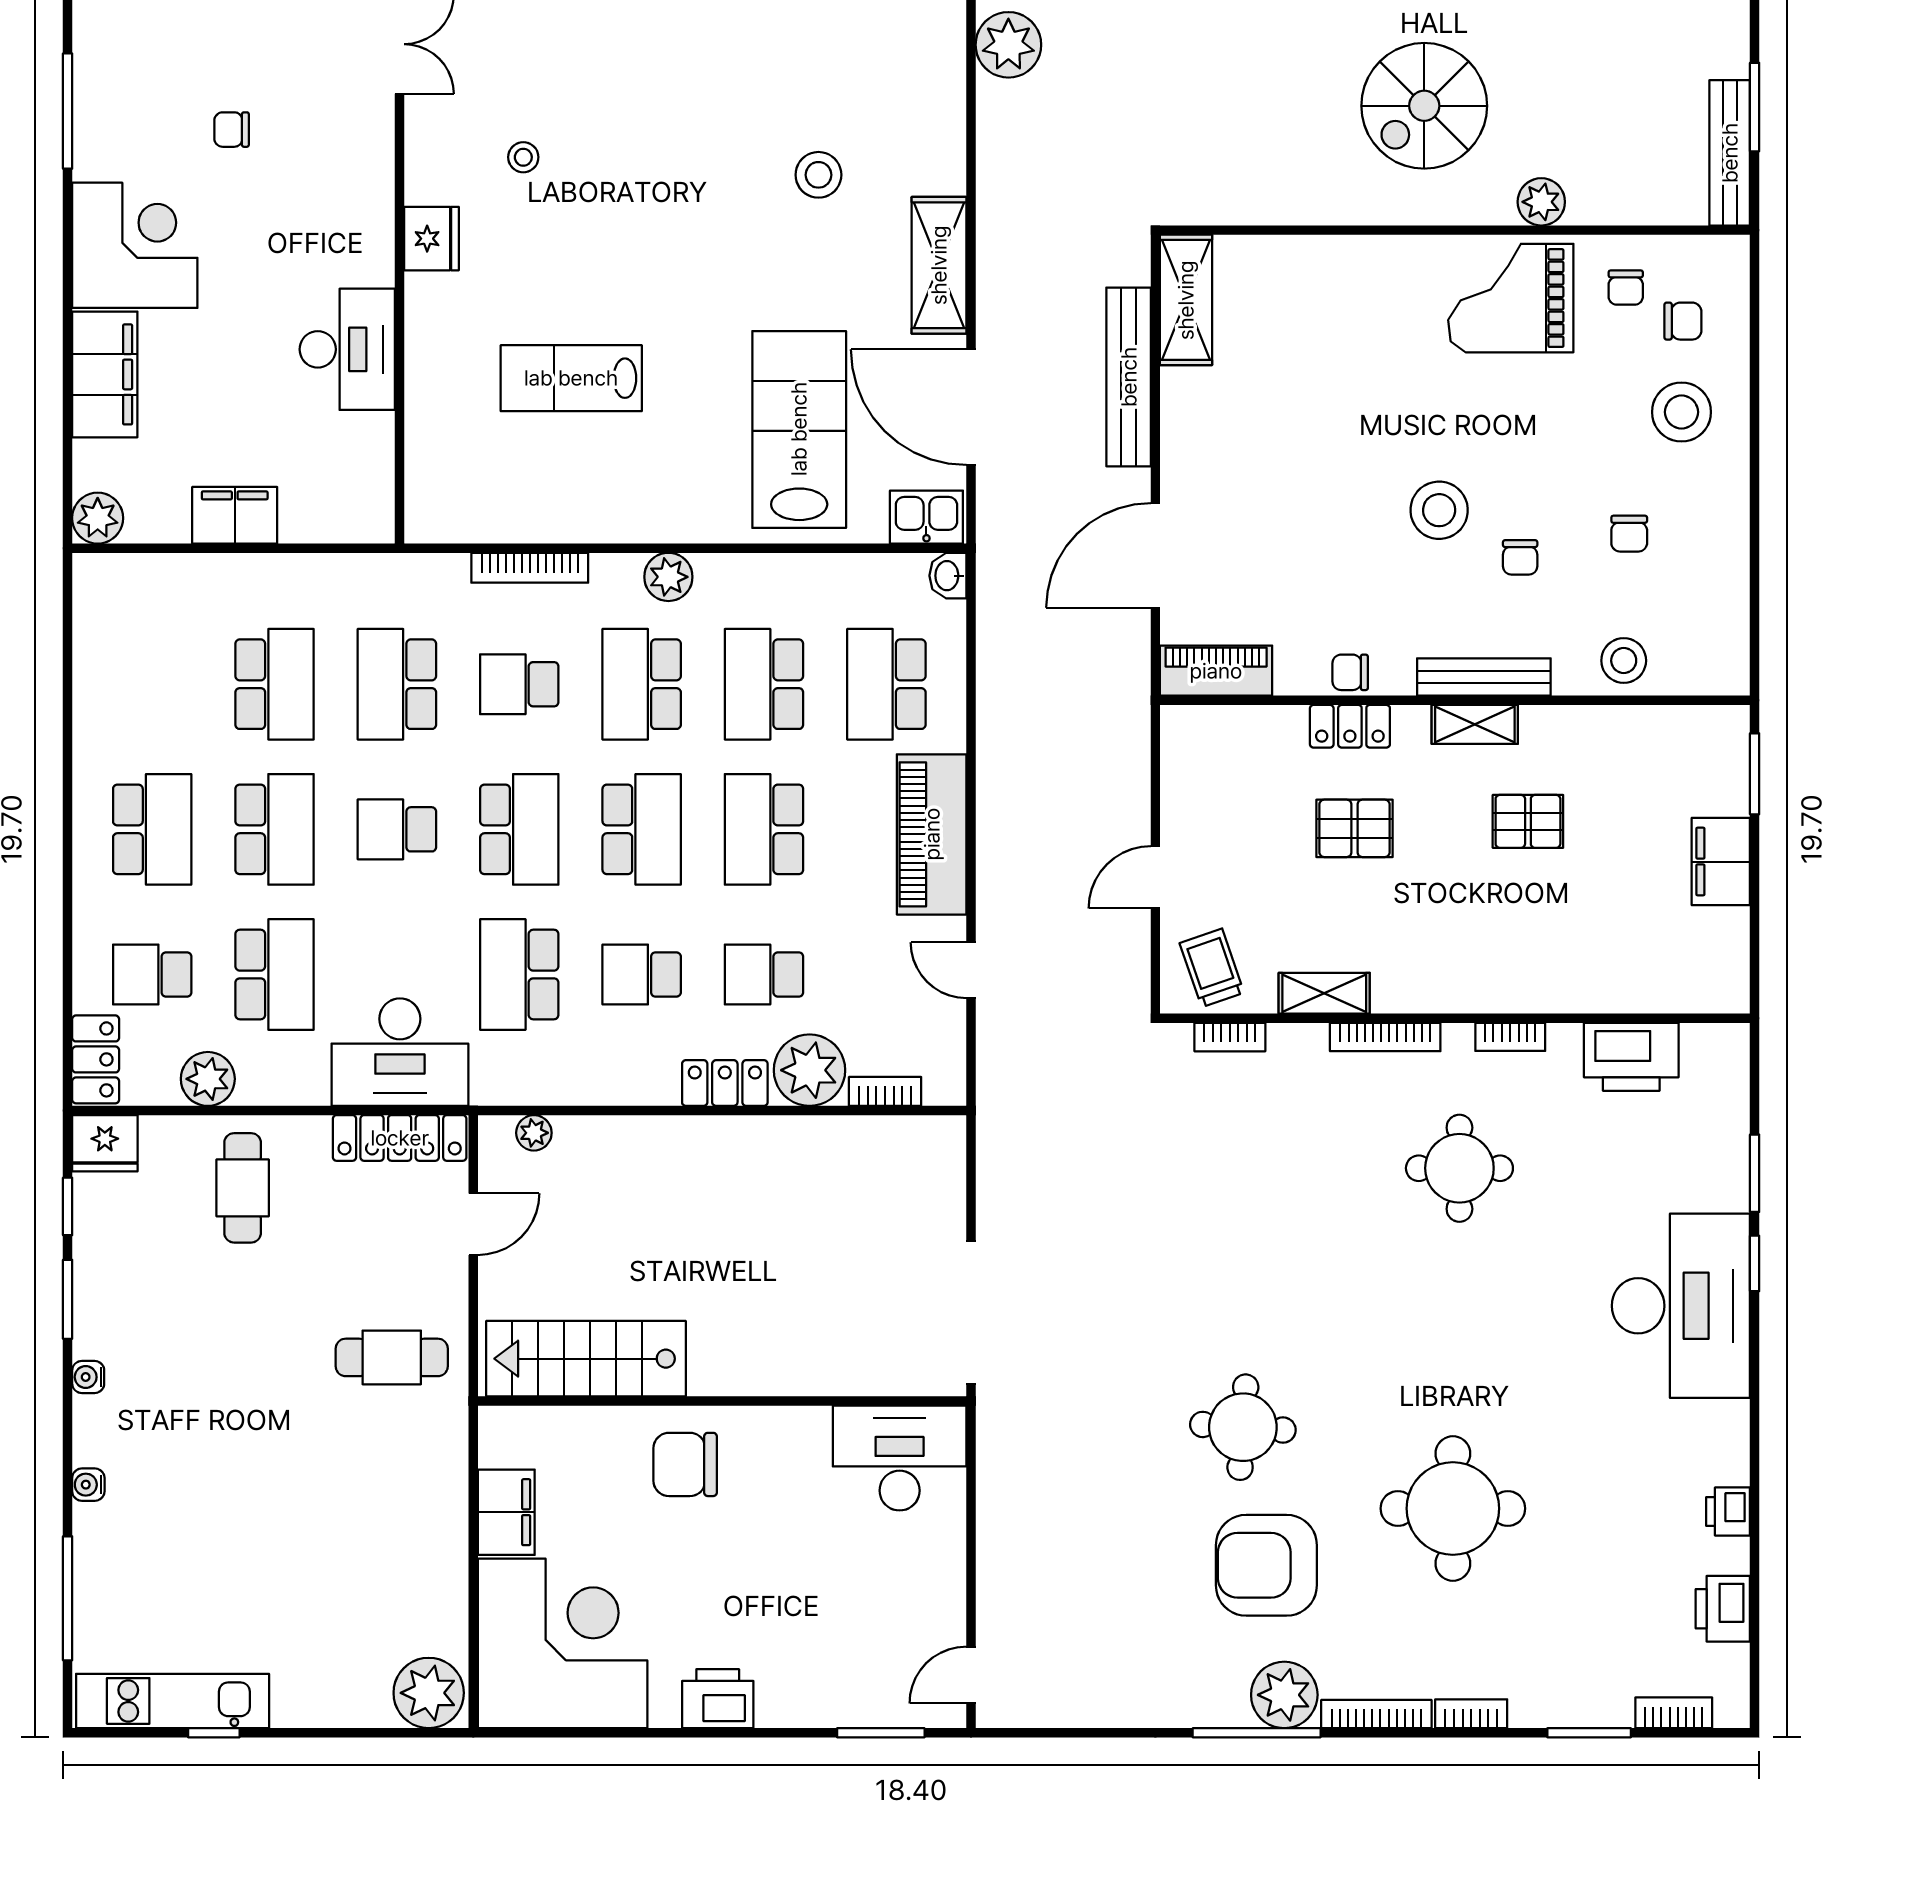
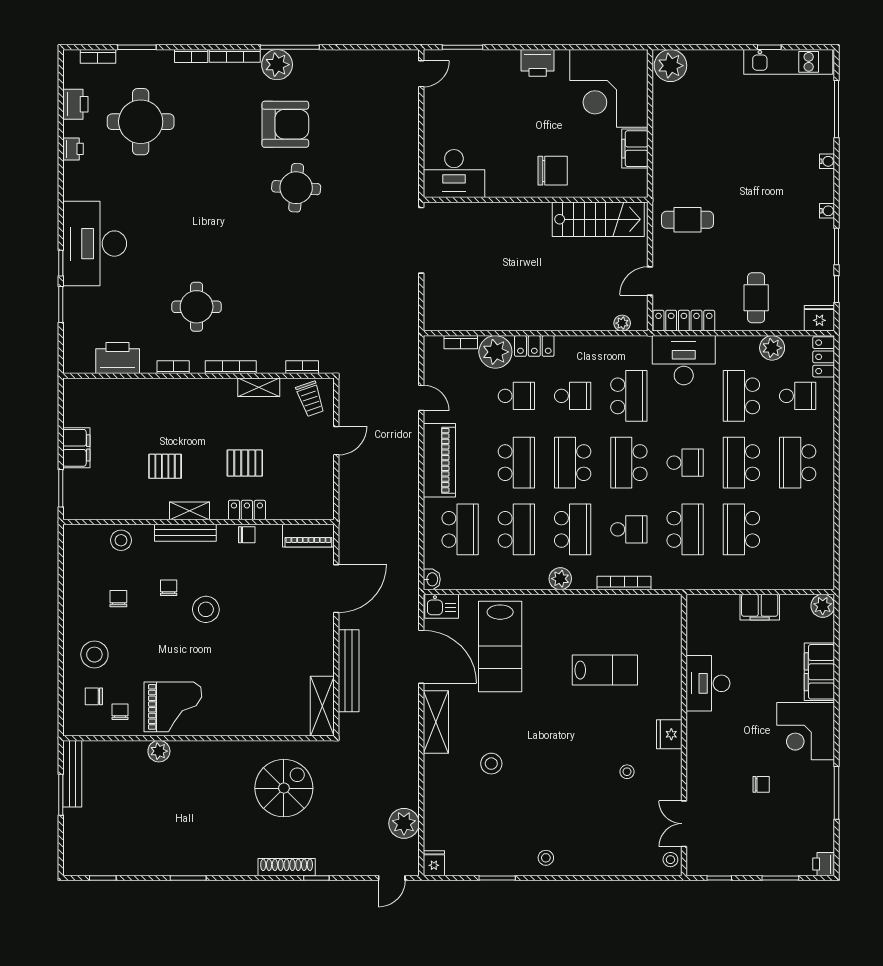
spiral stairs: (1424, 106) -> (284, 788), moved
round table: (1453, 1508) -> (141, 122), moved

